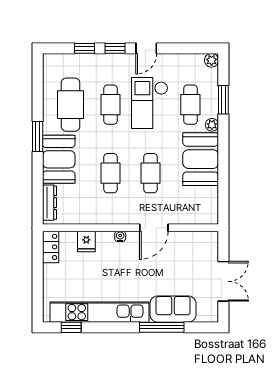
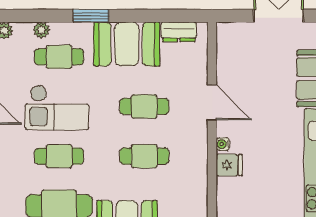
window: (223, 100) -> (91, 16), moved
plant: (212, 125) -> (41, 30), moved
dresser: (211, 201) -> (179, 32), added
fridge: (86, 241) -> (229, 165), moved

